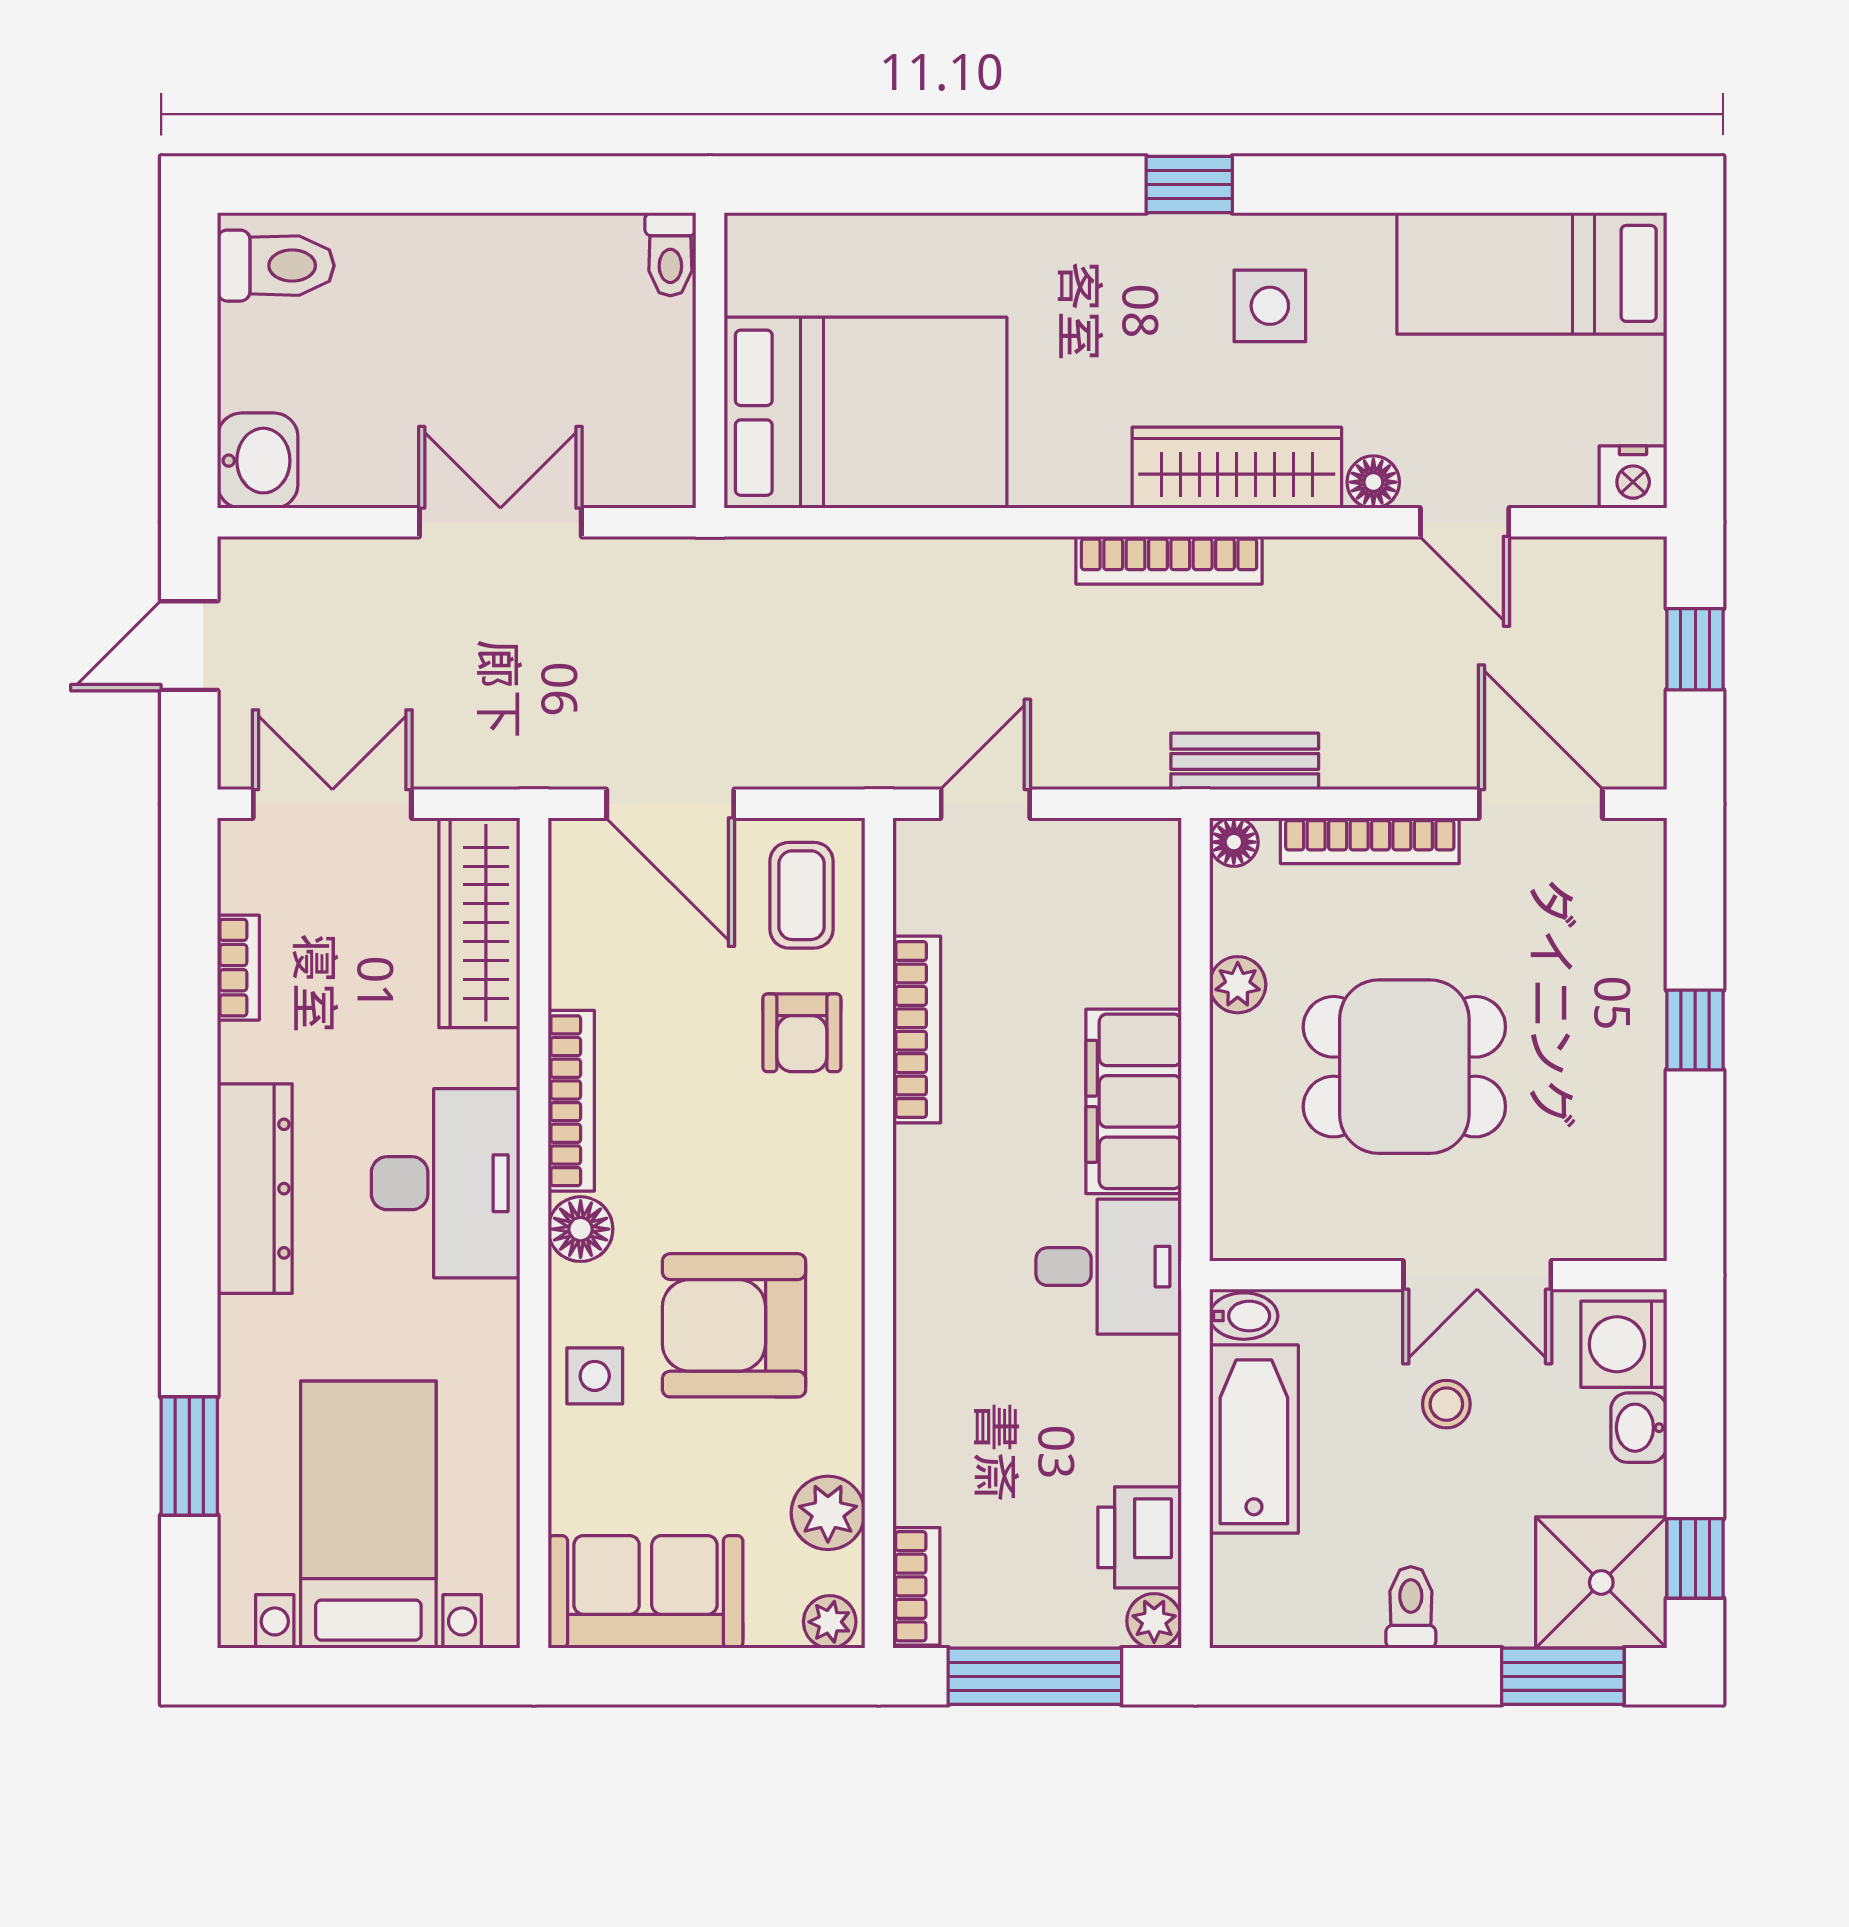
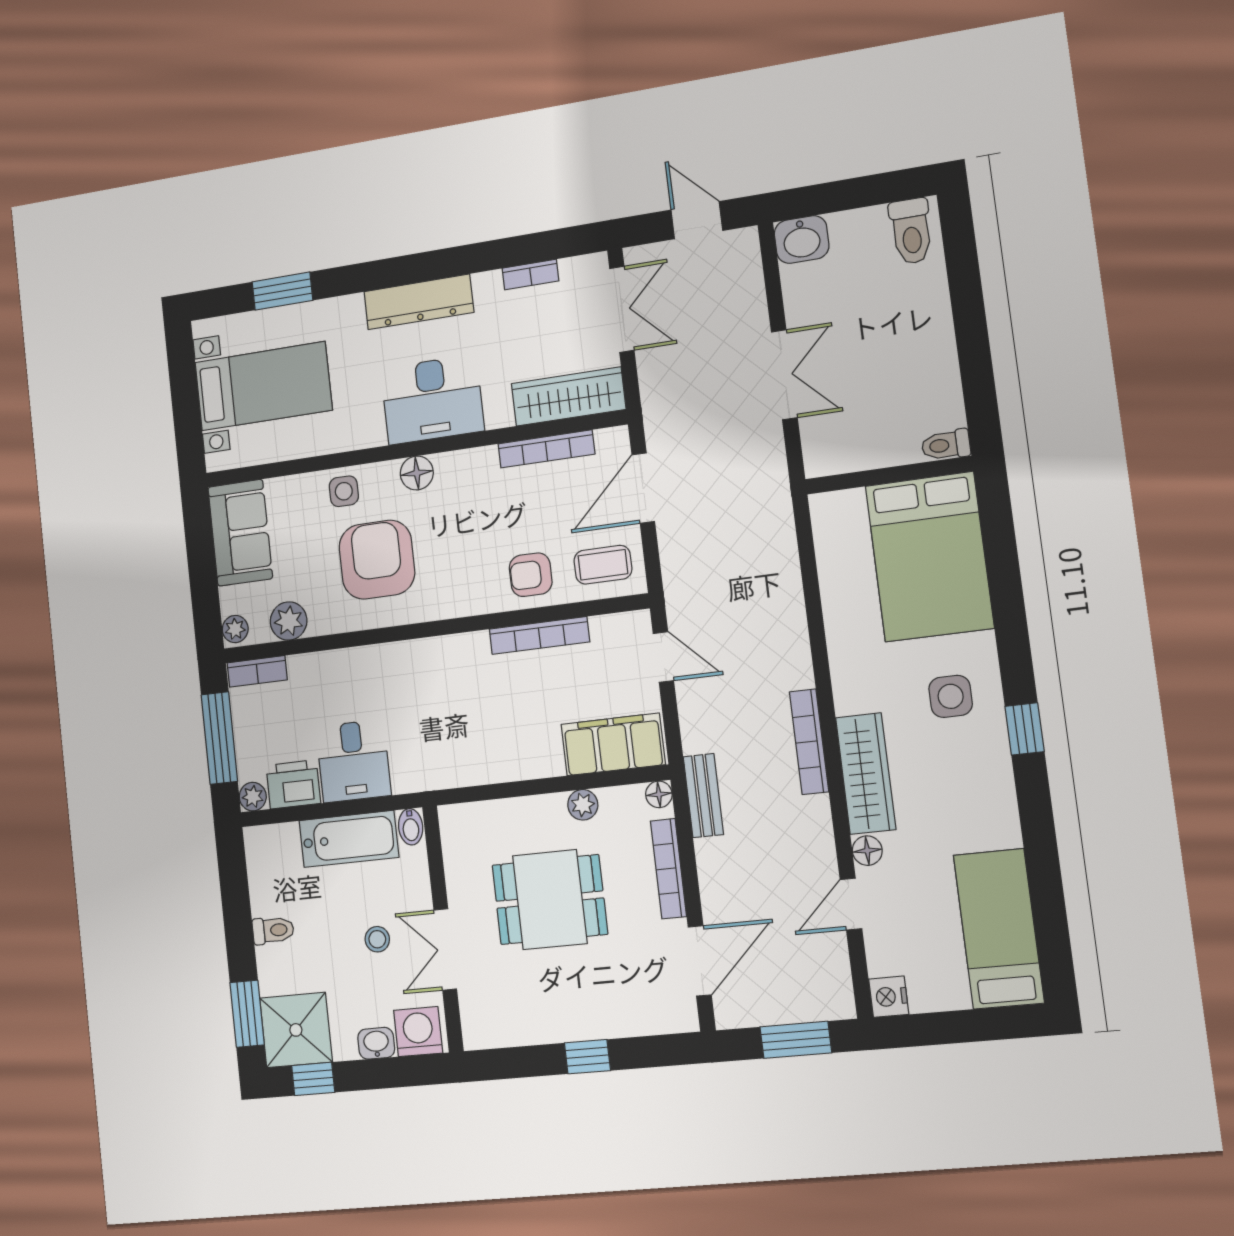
side table: (1270, 306) -> (951, 696), moved
bed: (866, 413) -> (929, 557), moved
window: (1695, 649) -> (796, 1040), width x1.50
dining table: (1404, 1067) -> (550, 900), turned 90
bookcase: (571, 1101) -> (546, 449), moved
filing cabinet: (1134, 1101) -> (613, 744), moved
desk: (1109, 1267) -> (353, 761), moved

